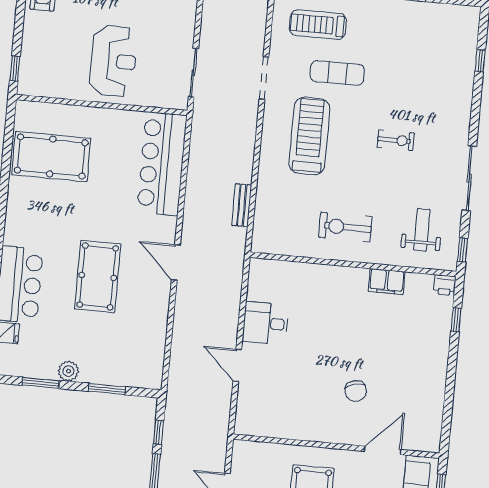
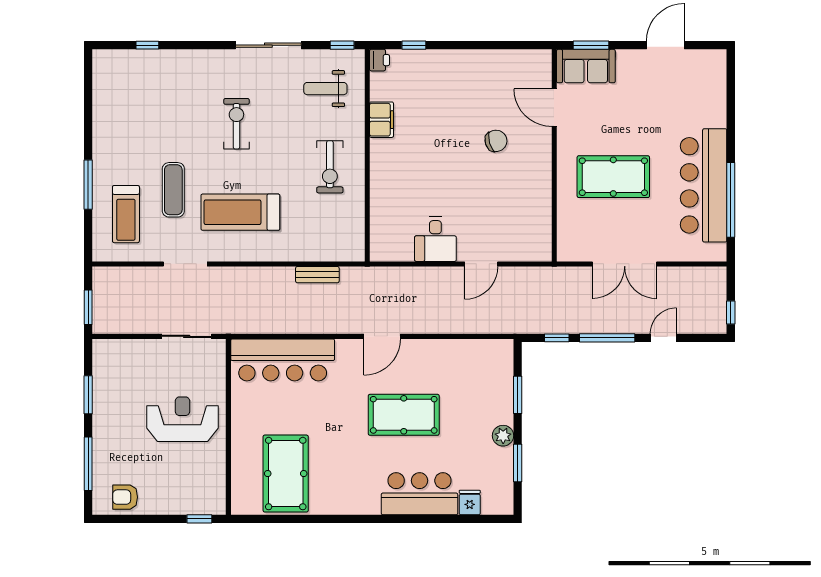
exercise bike: (396, 140) -> (236, 124), width x1.38, depth x1.39

